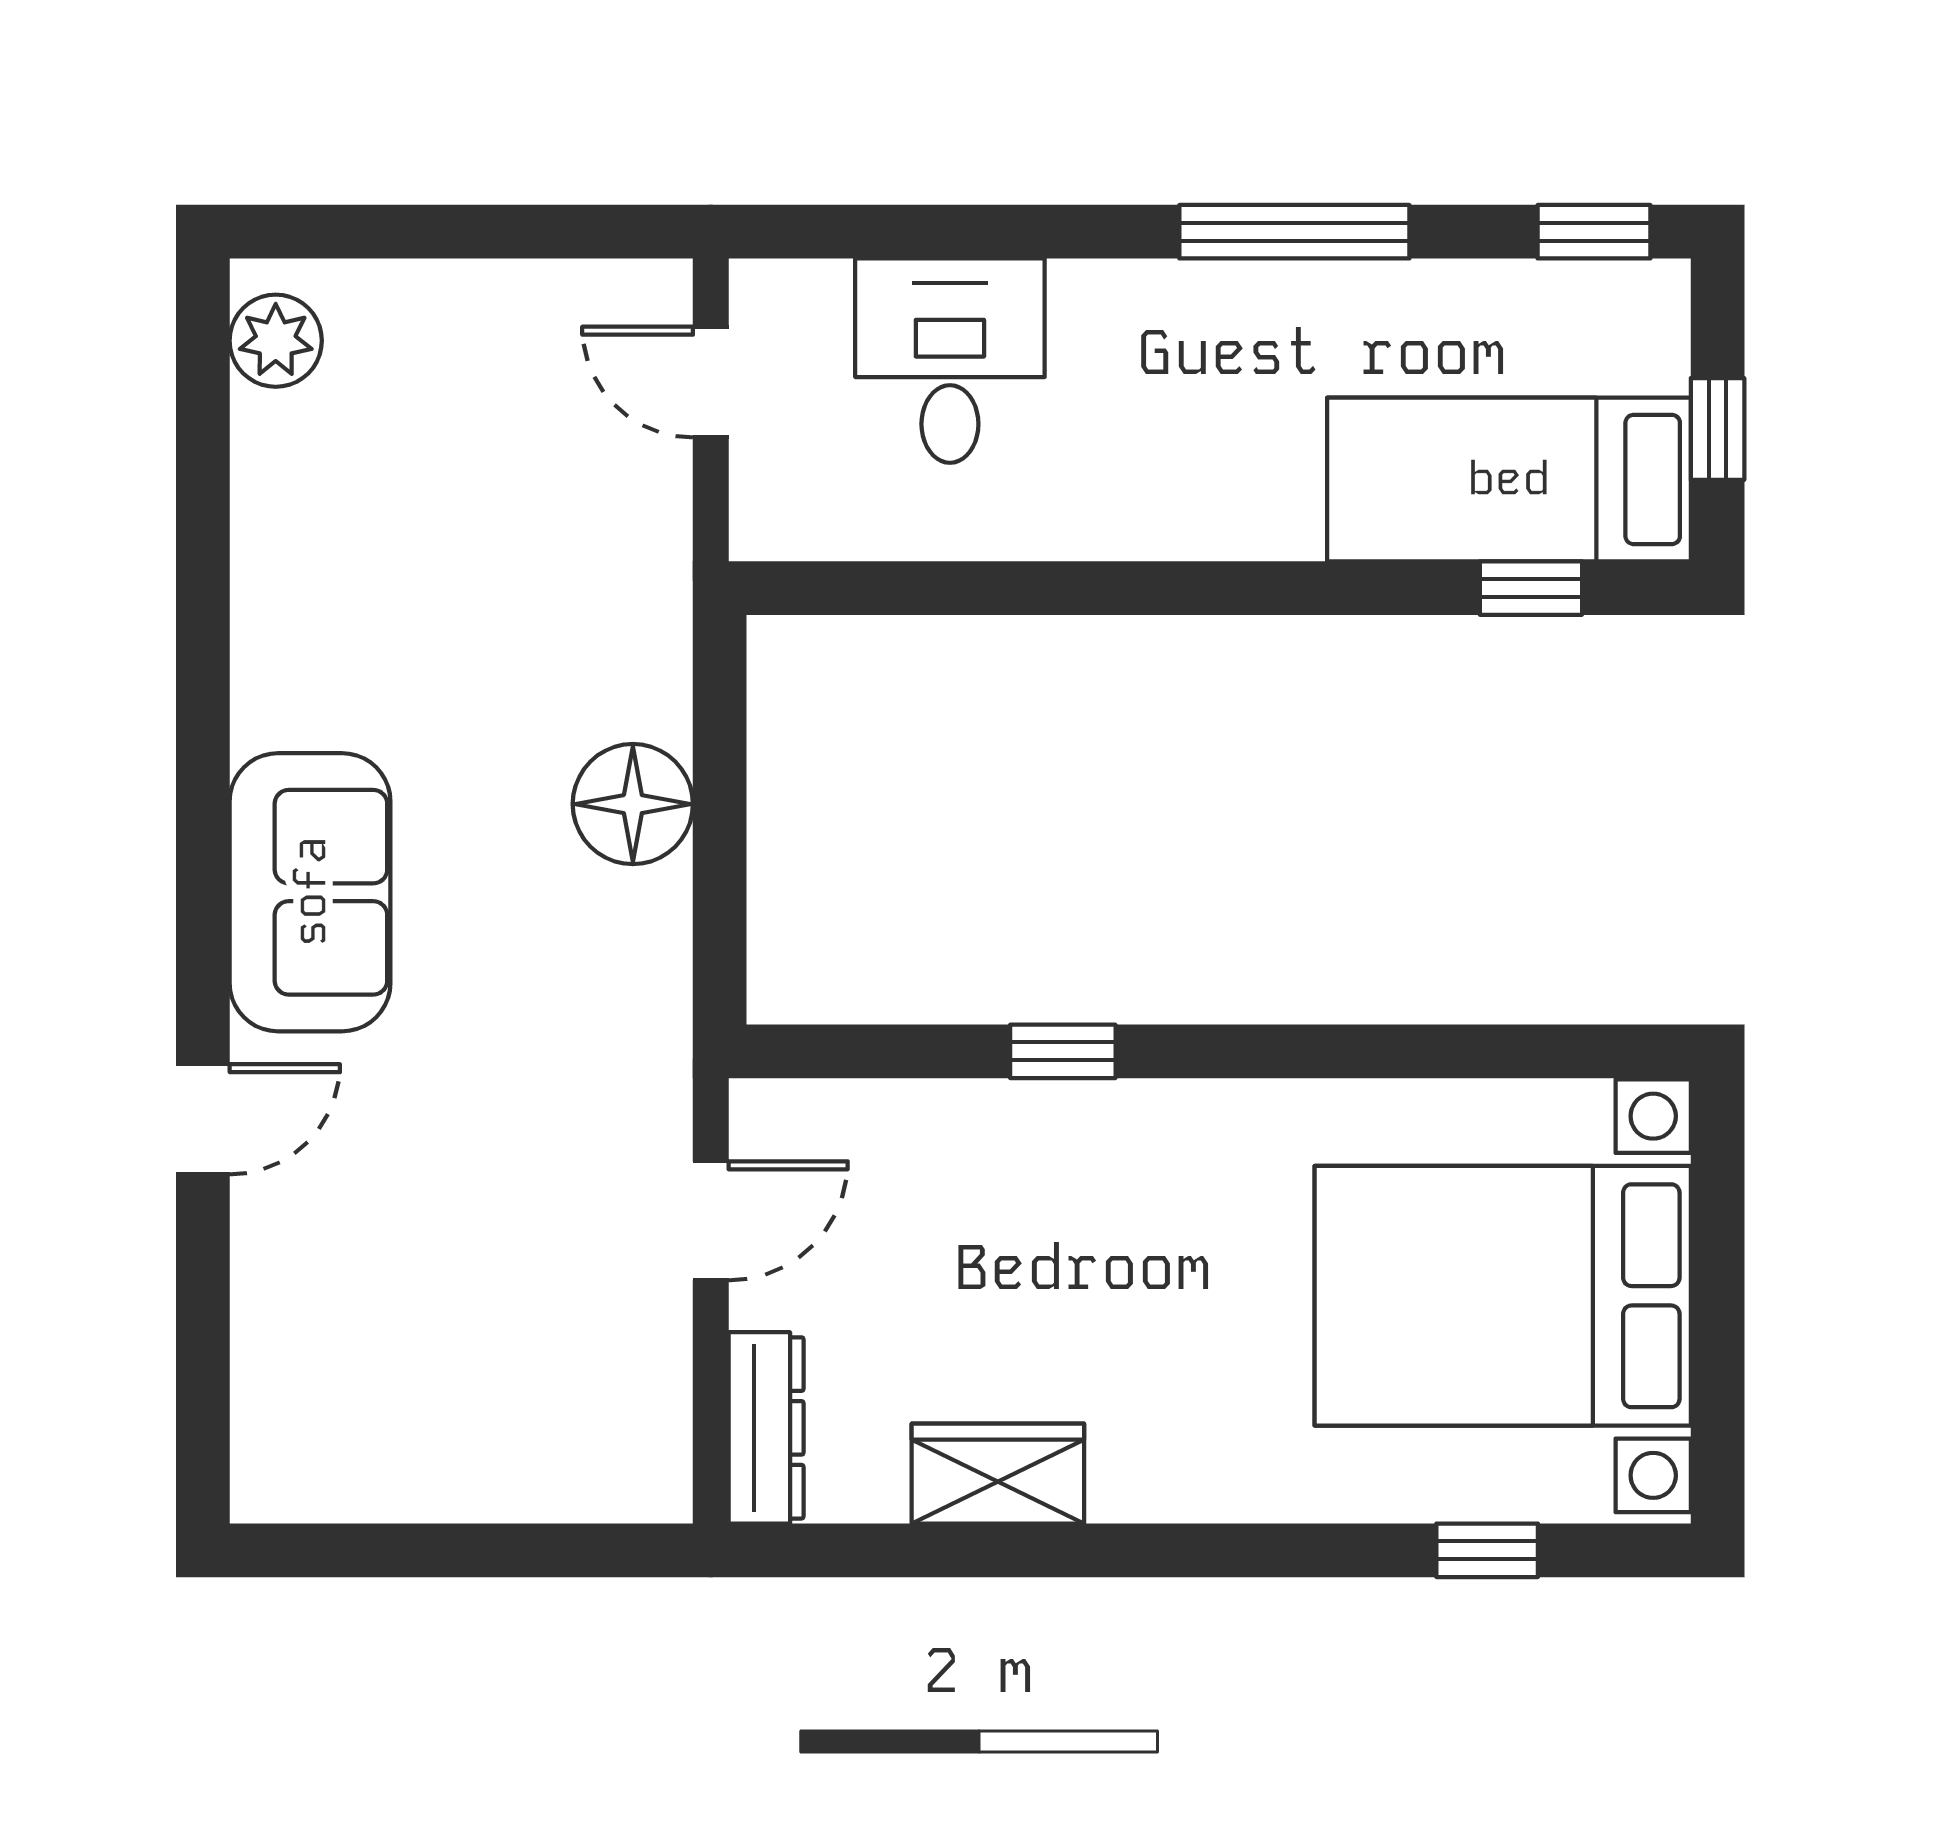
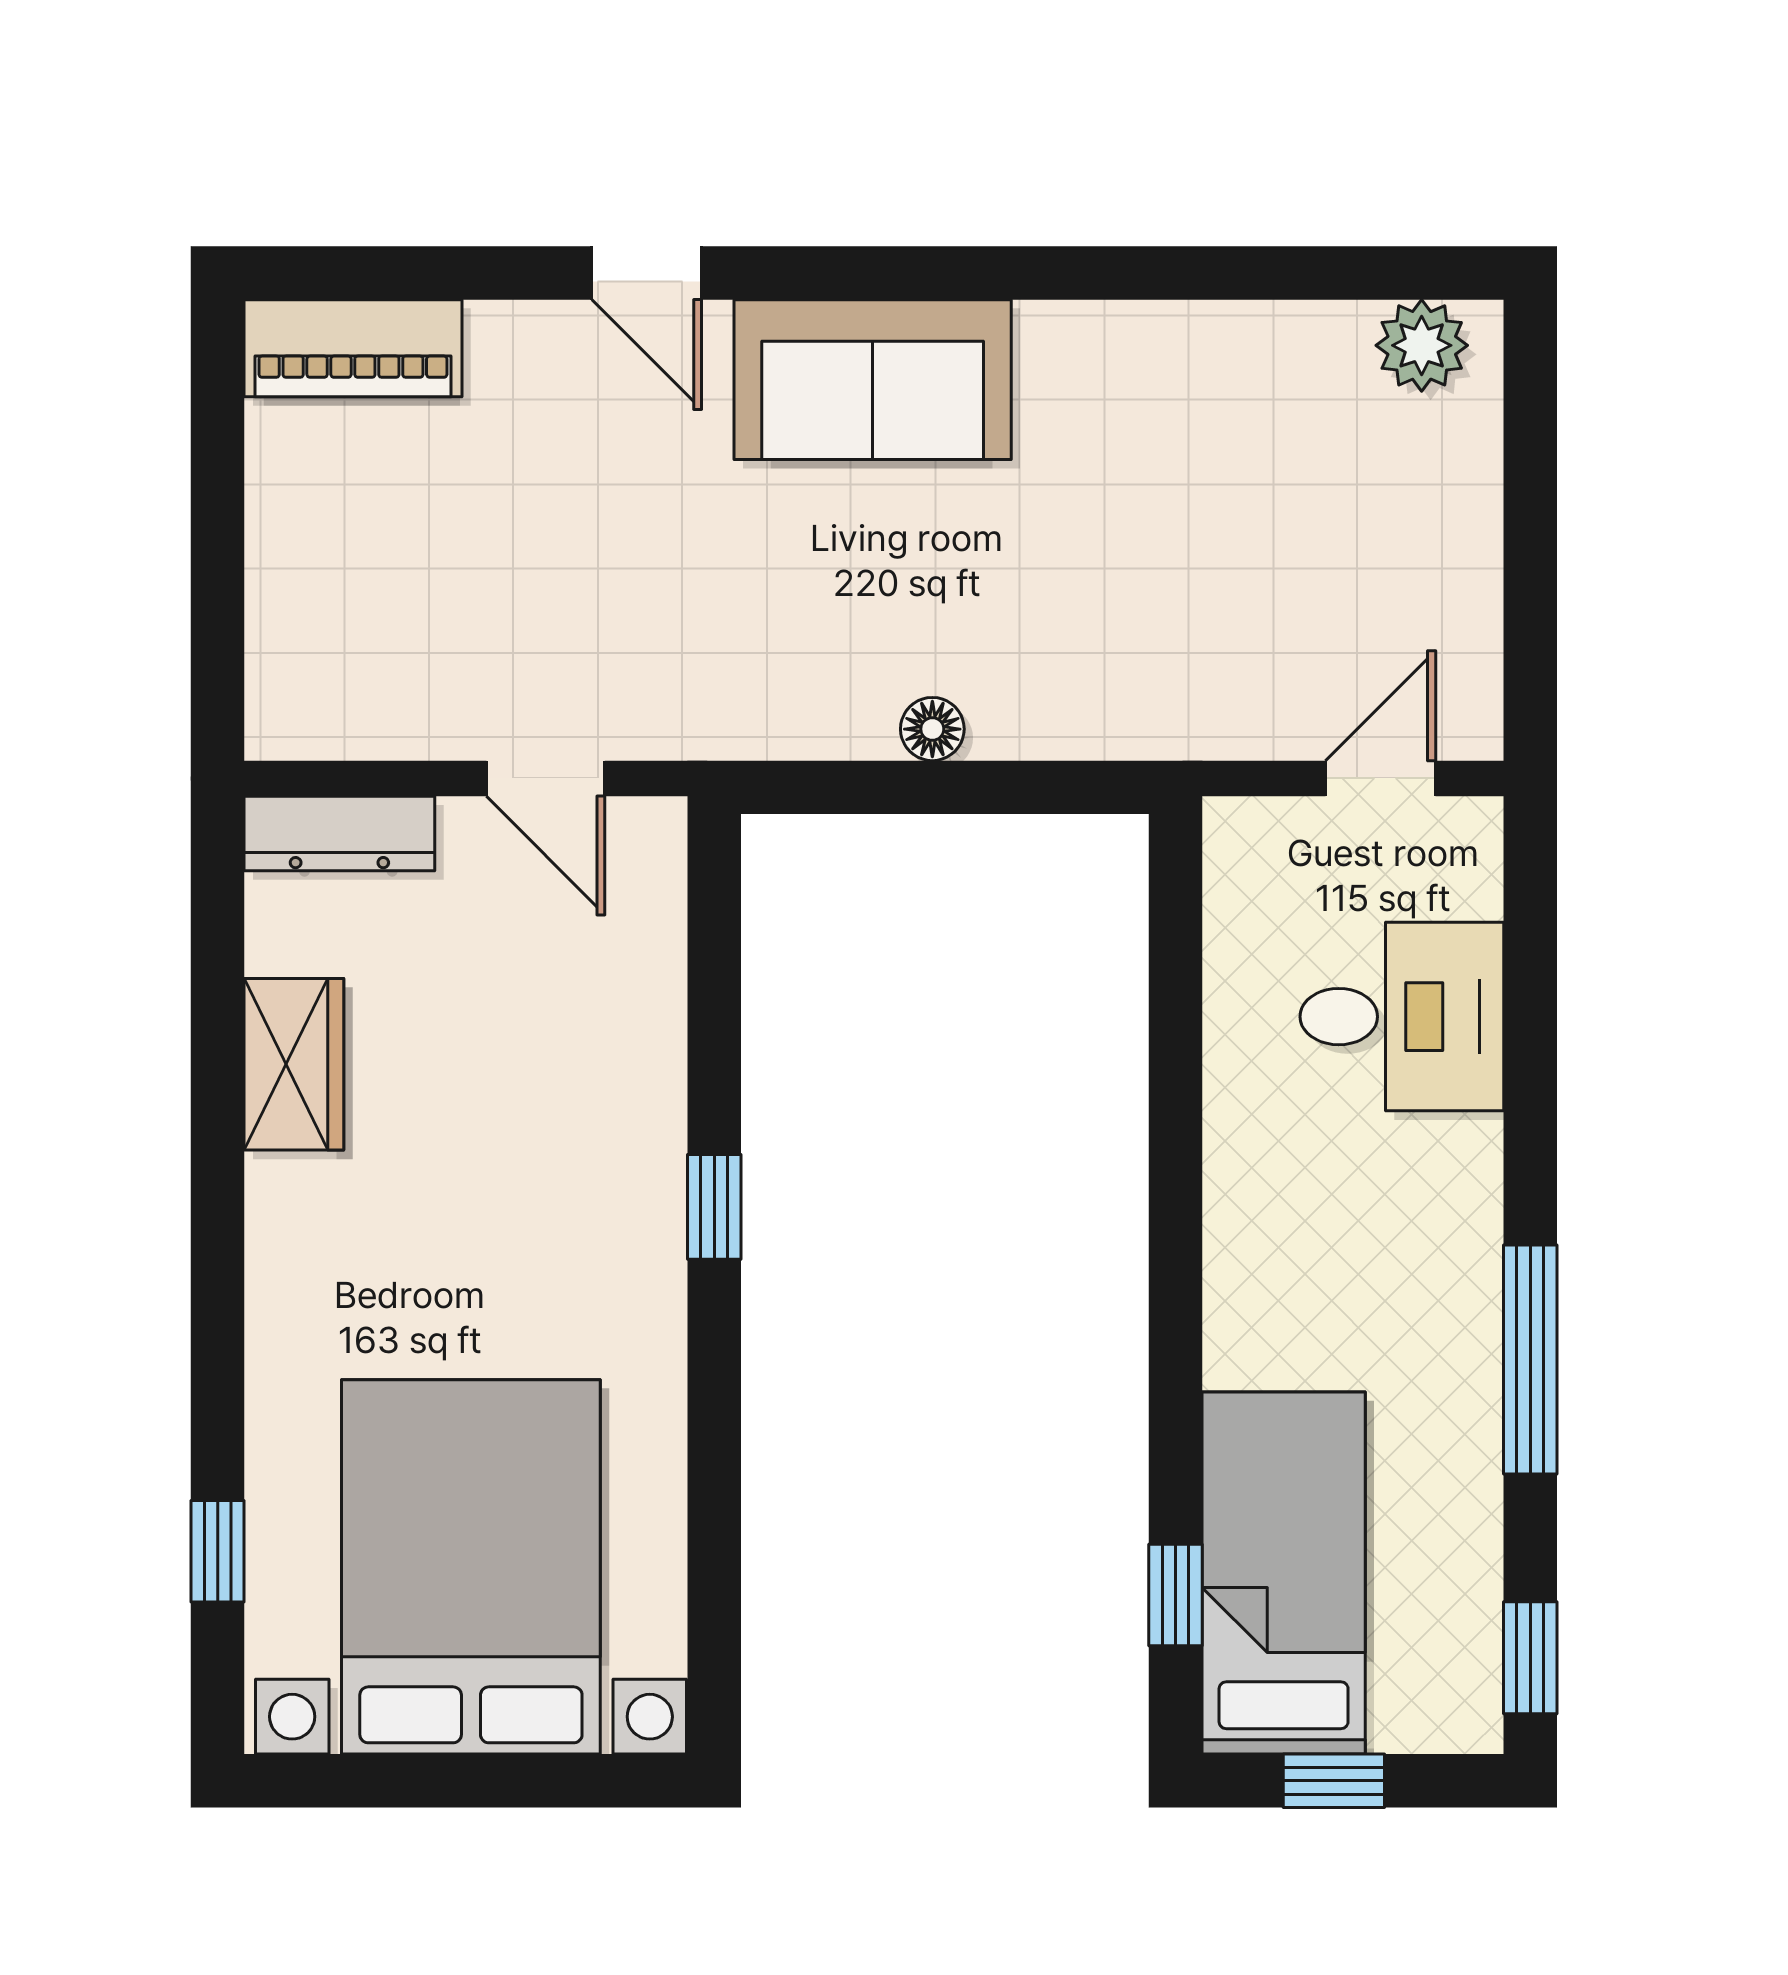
floor lamp: (633, 804) -> (932, 729), width x0.53, depth x0.53
window: (1063, 1051) -> (714, 1207), moved
piano: (279, 1414) -> (353, 348), added

